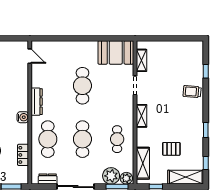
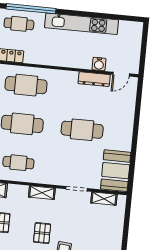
dresser: (37, 102) -> (94, 79), moved
pallet: (177, 112) -> (42, 233), added
water cooler: (23, 117) -> (99, 64), moved

